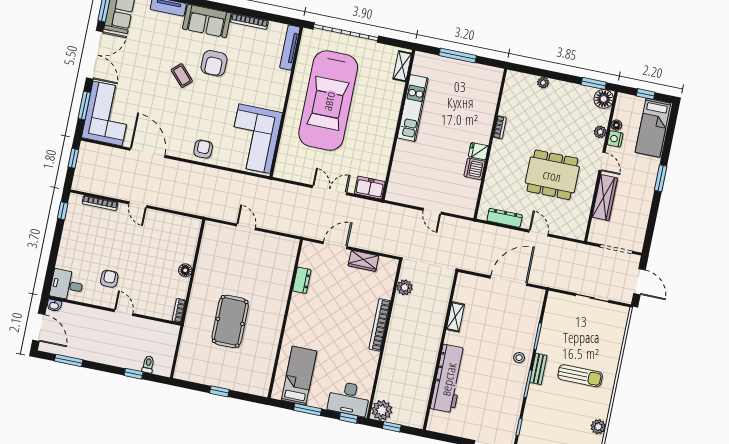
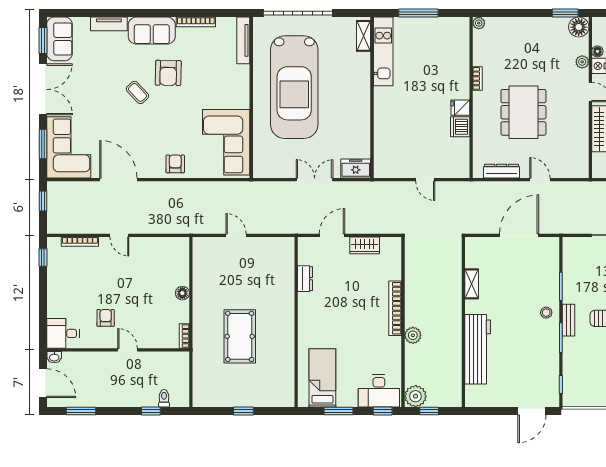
plant: (543, 83) -> (479, 23), moved
kitchen unit: (413, 108) -> (383, 51), moved
dining table: (552, 175) -> (523, 112), moved, turned 90
plant: (405, 287) -> (413, 335), moved

